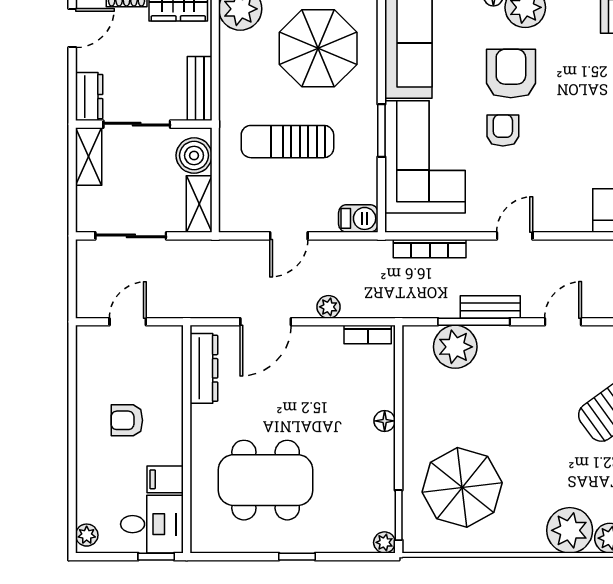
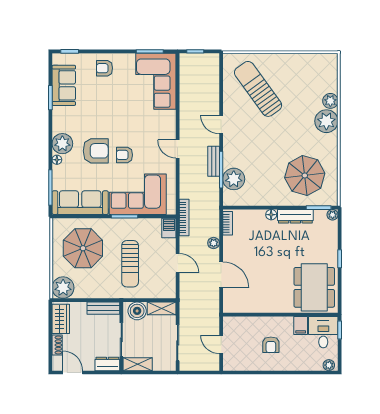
armchair: (511, 74) -> (96, 151), turned 180
bookcase: (430, 249) -> (184, 218), moved
dresser: (204, 368) -> (295, 216), moved, turned 180
dining table: (266, 480) -> (314, 287), moved

